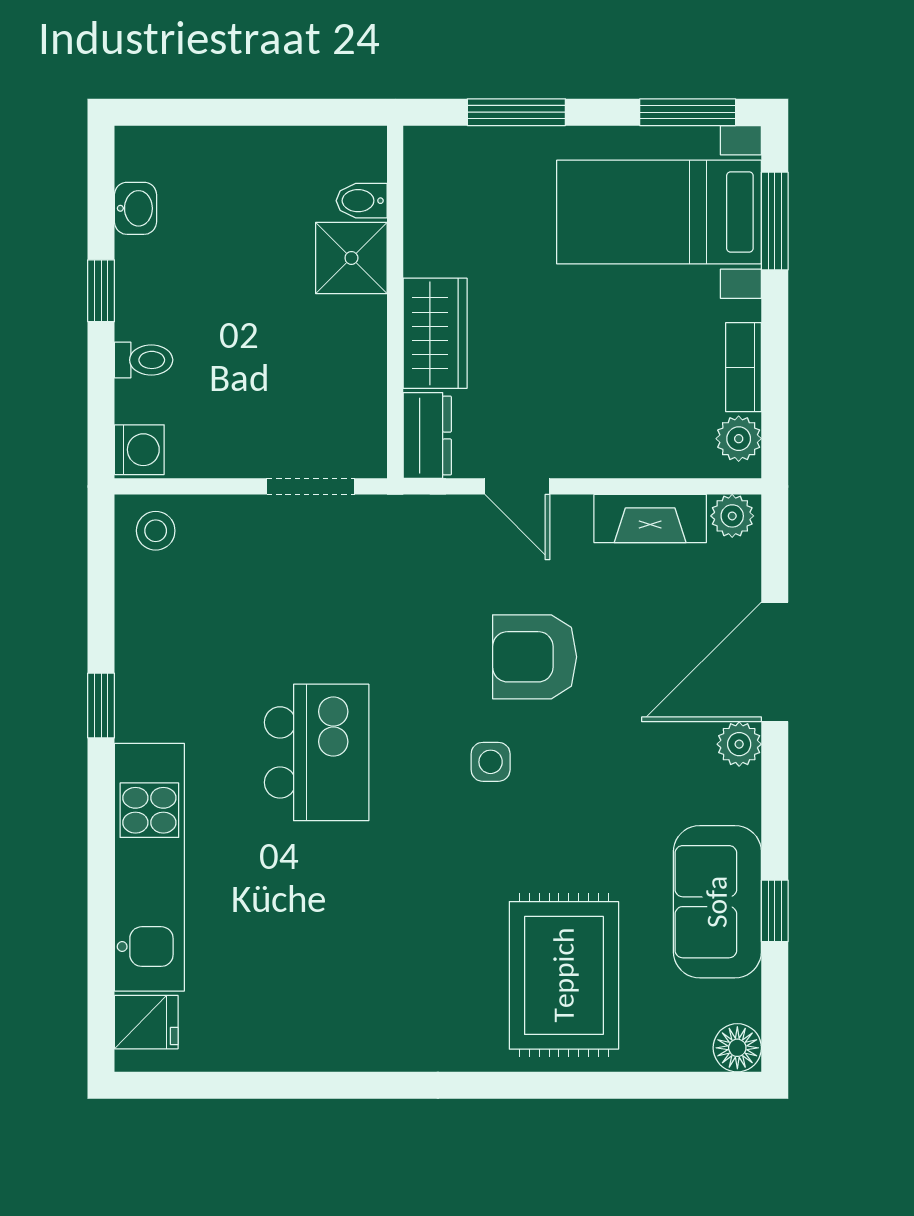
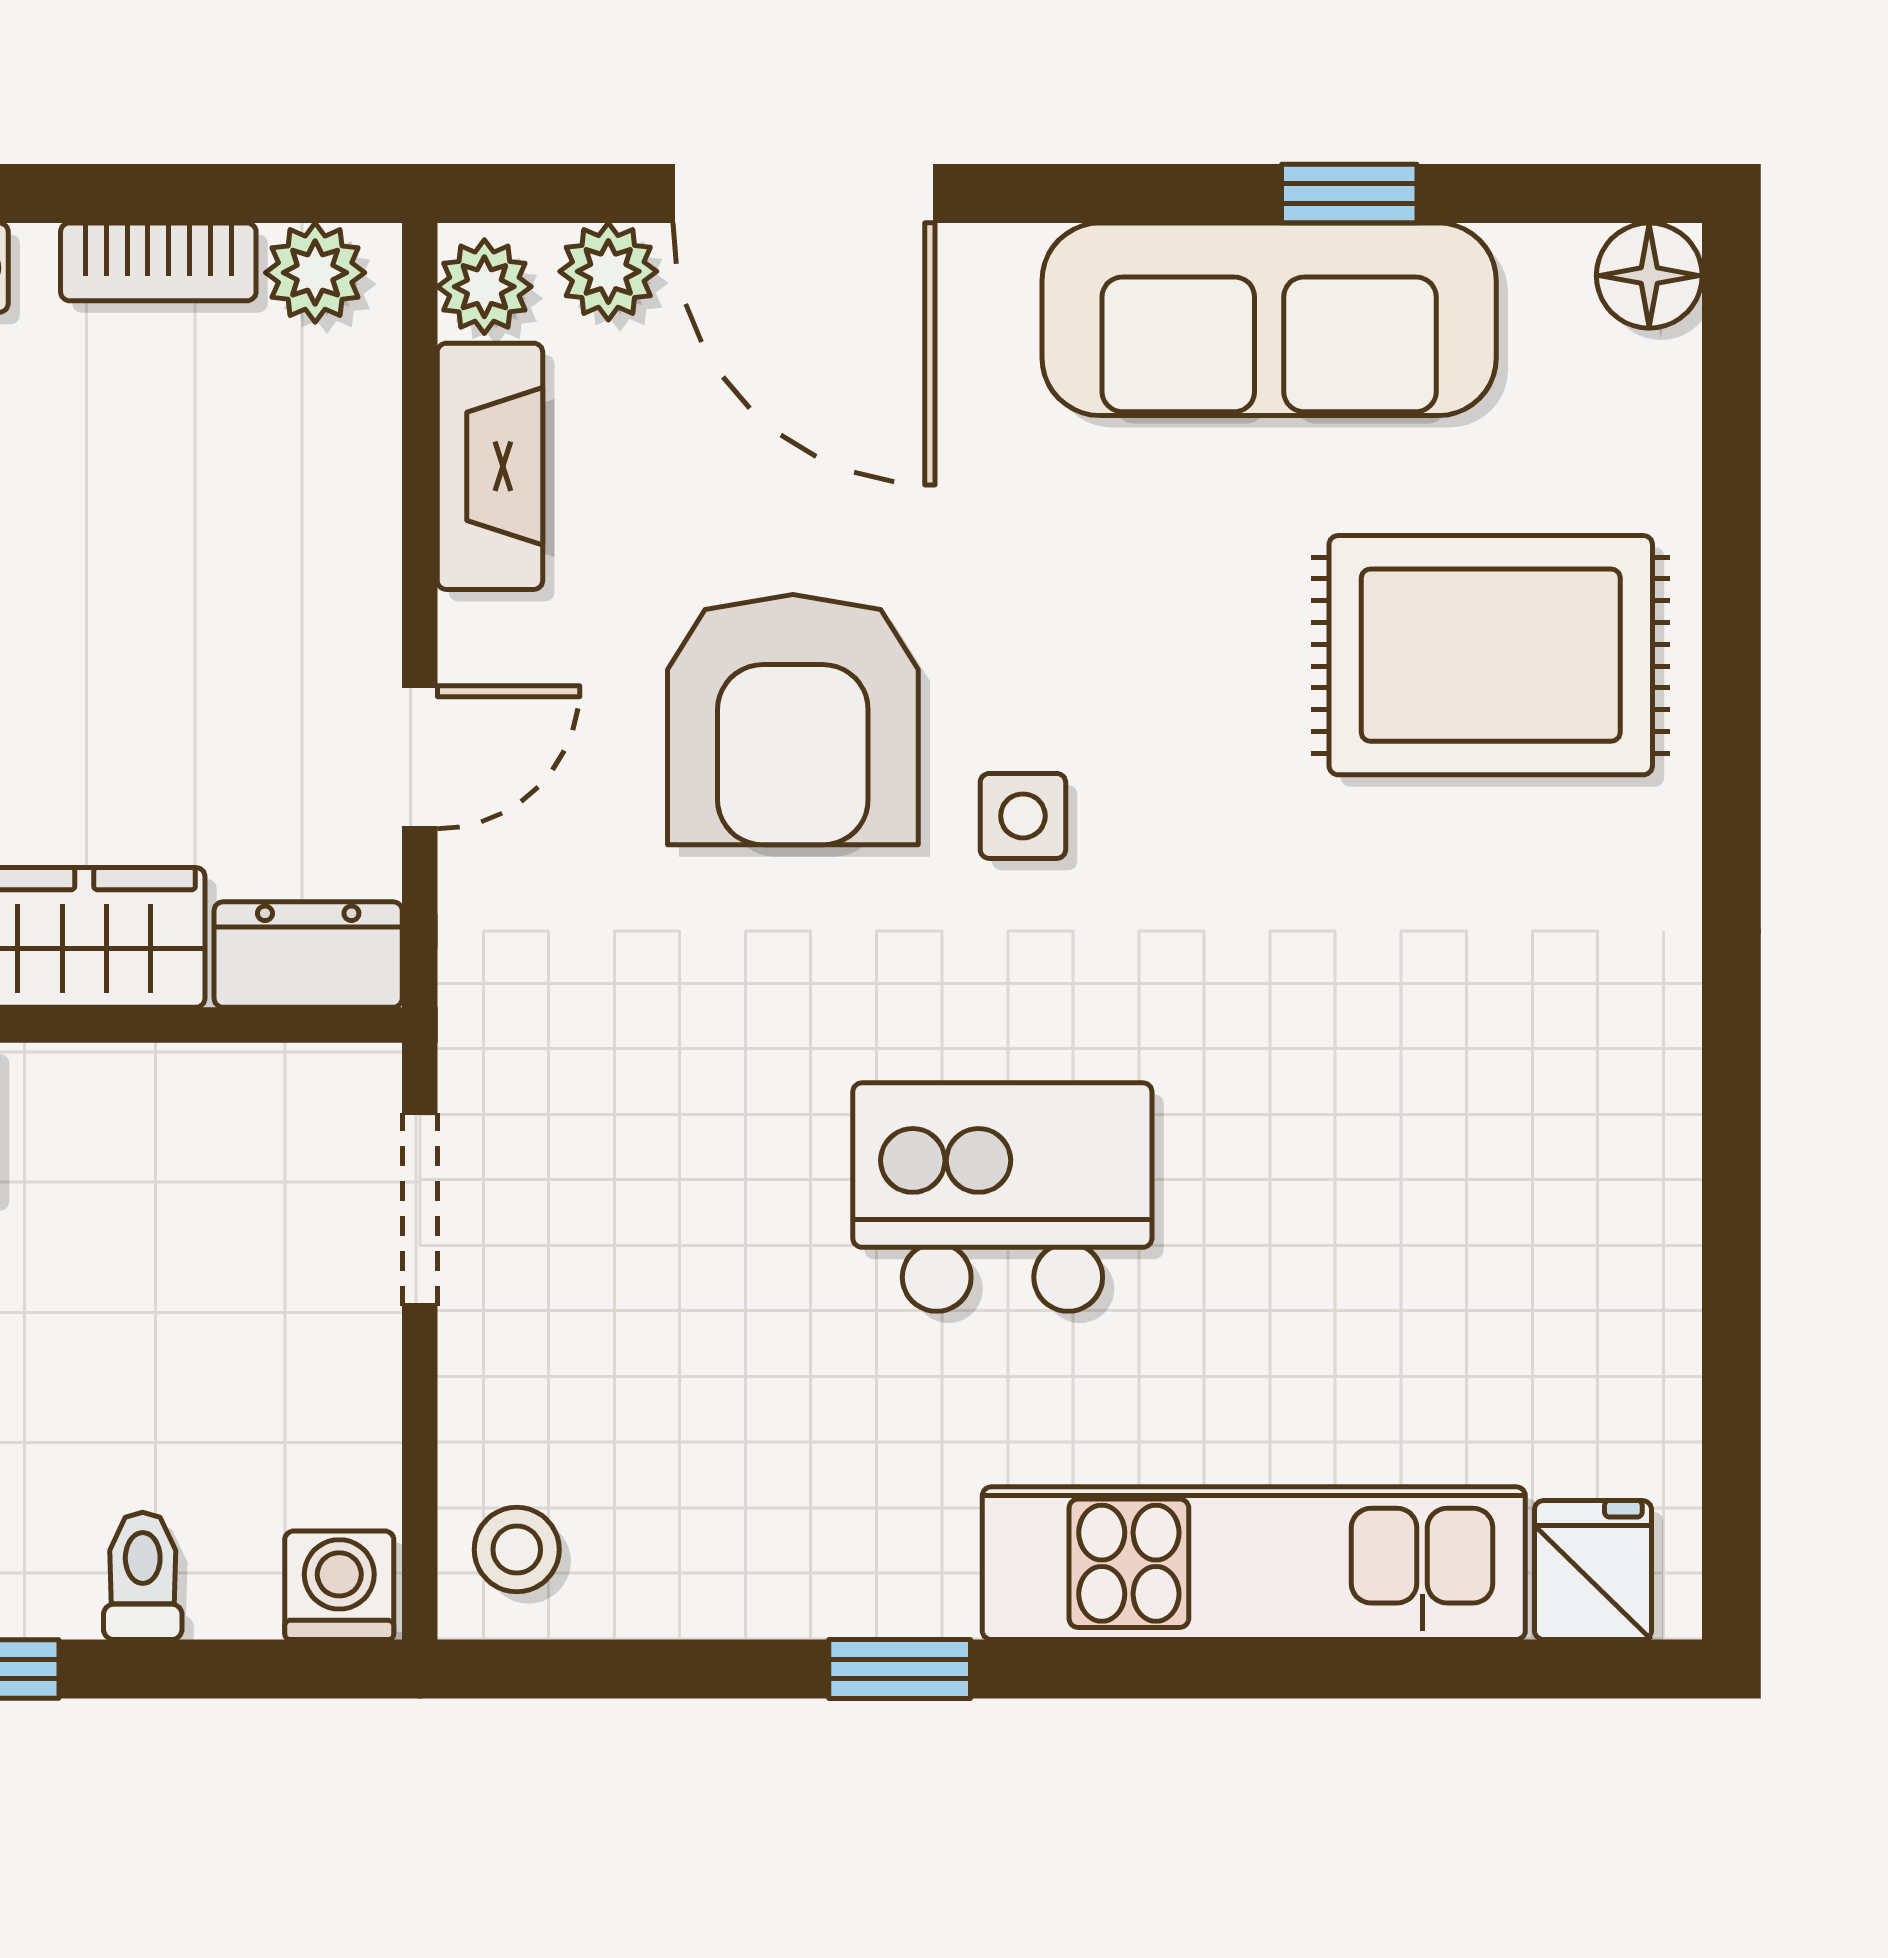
armchair: (535, 657) -> (793, 720), width x1.36, depth x1.36
plant: (739, 744) -> (608, 271), moved
sofa: (717, 902) -> (1269, 319), width x1.36

